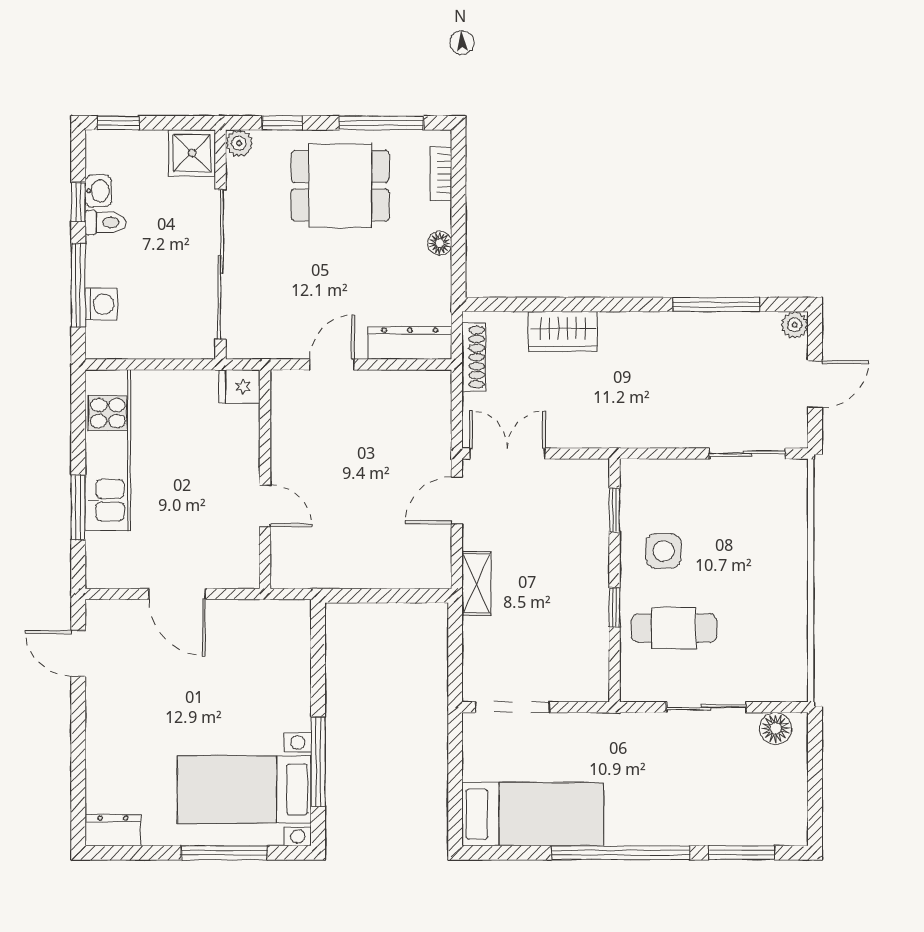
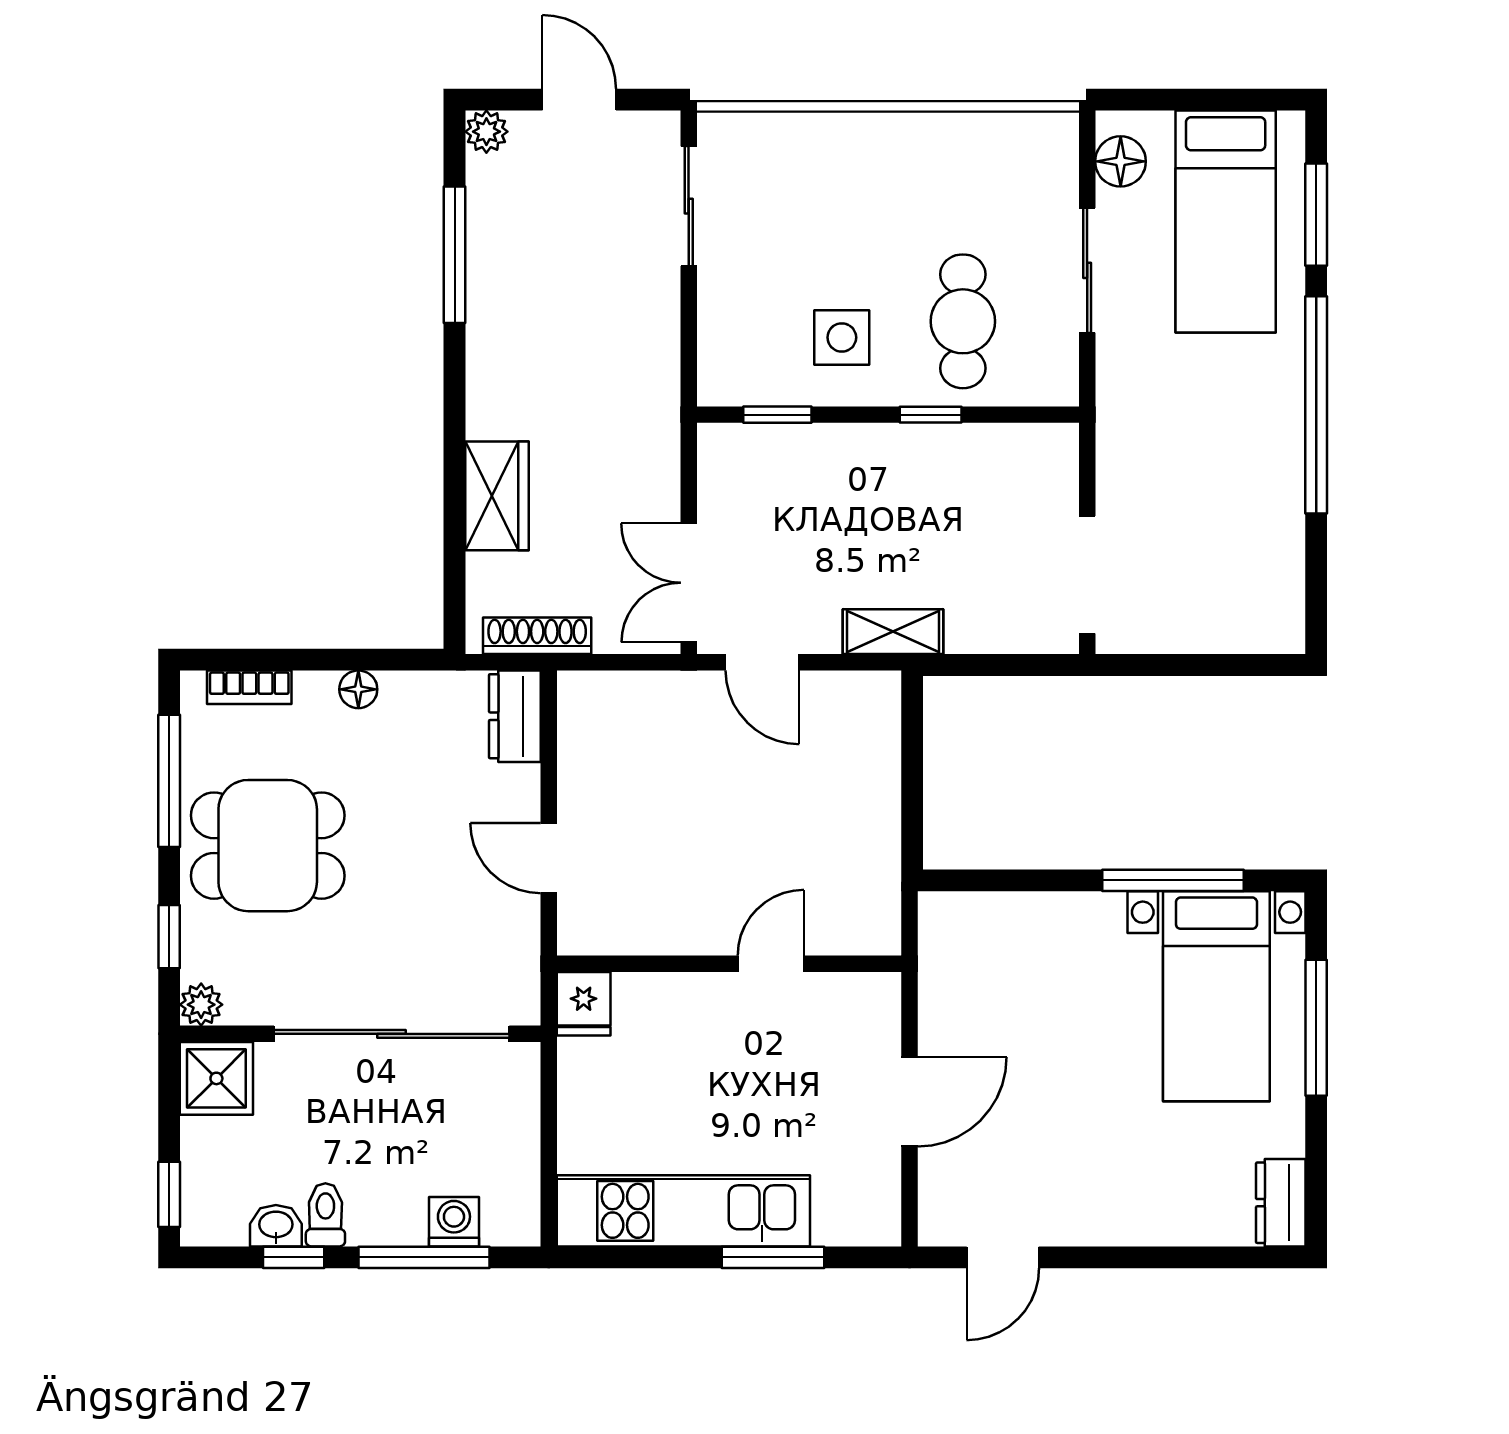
dining table: (340, 186) -> (268, 846), turned 90
dresser: (410, 343) -> (515, 716), width x0.70
bed: (533, 814) -> (1226, 222), moved, turned 180

